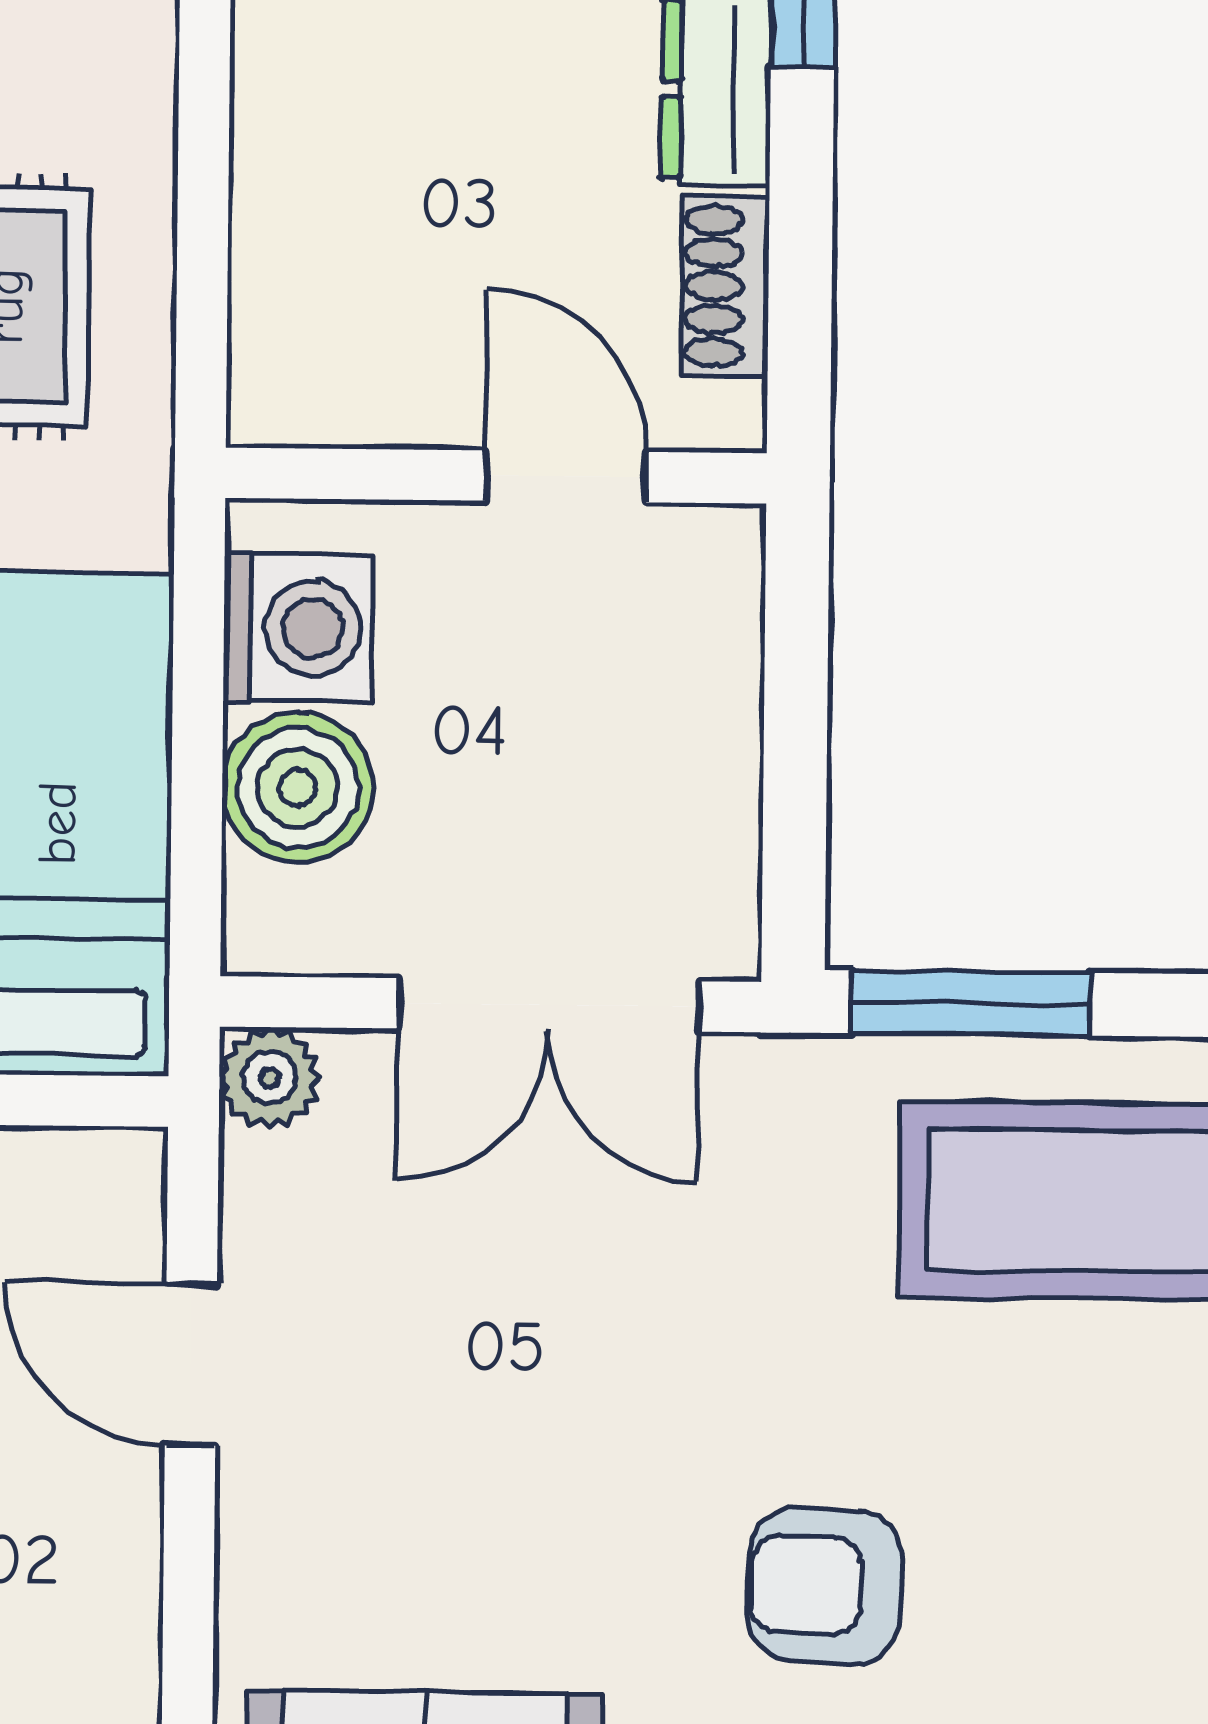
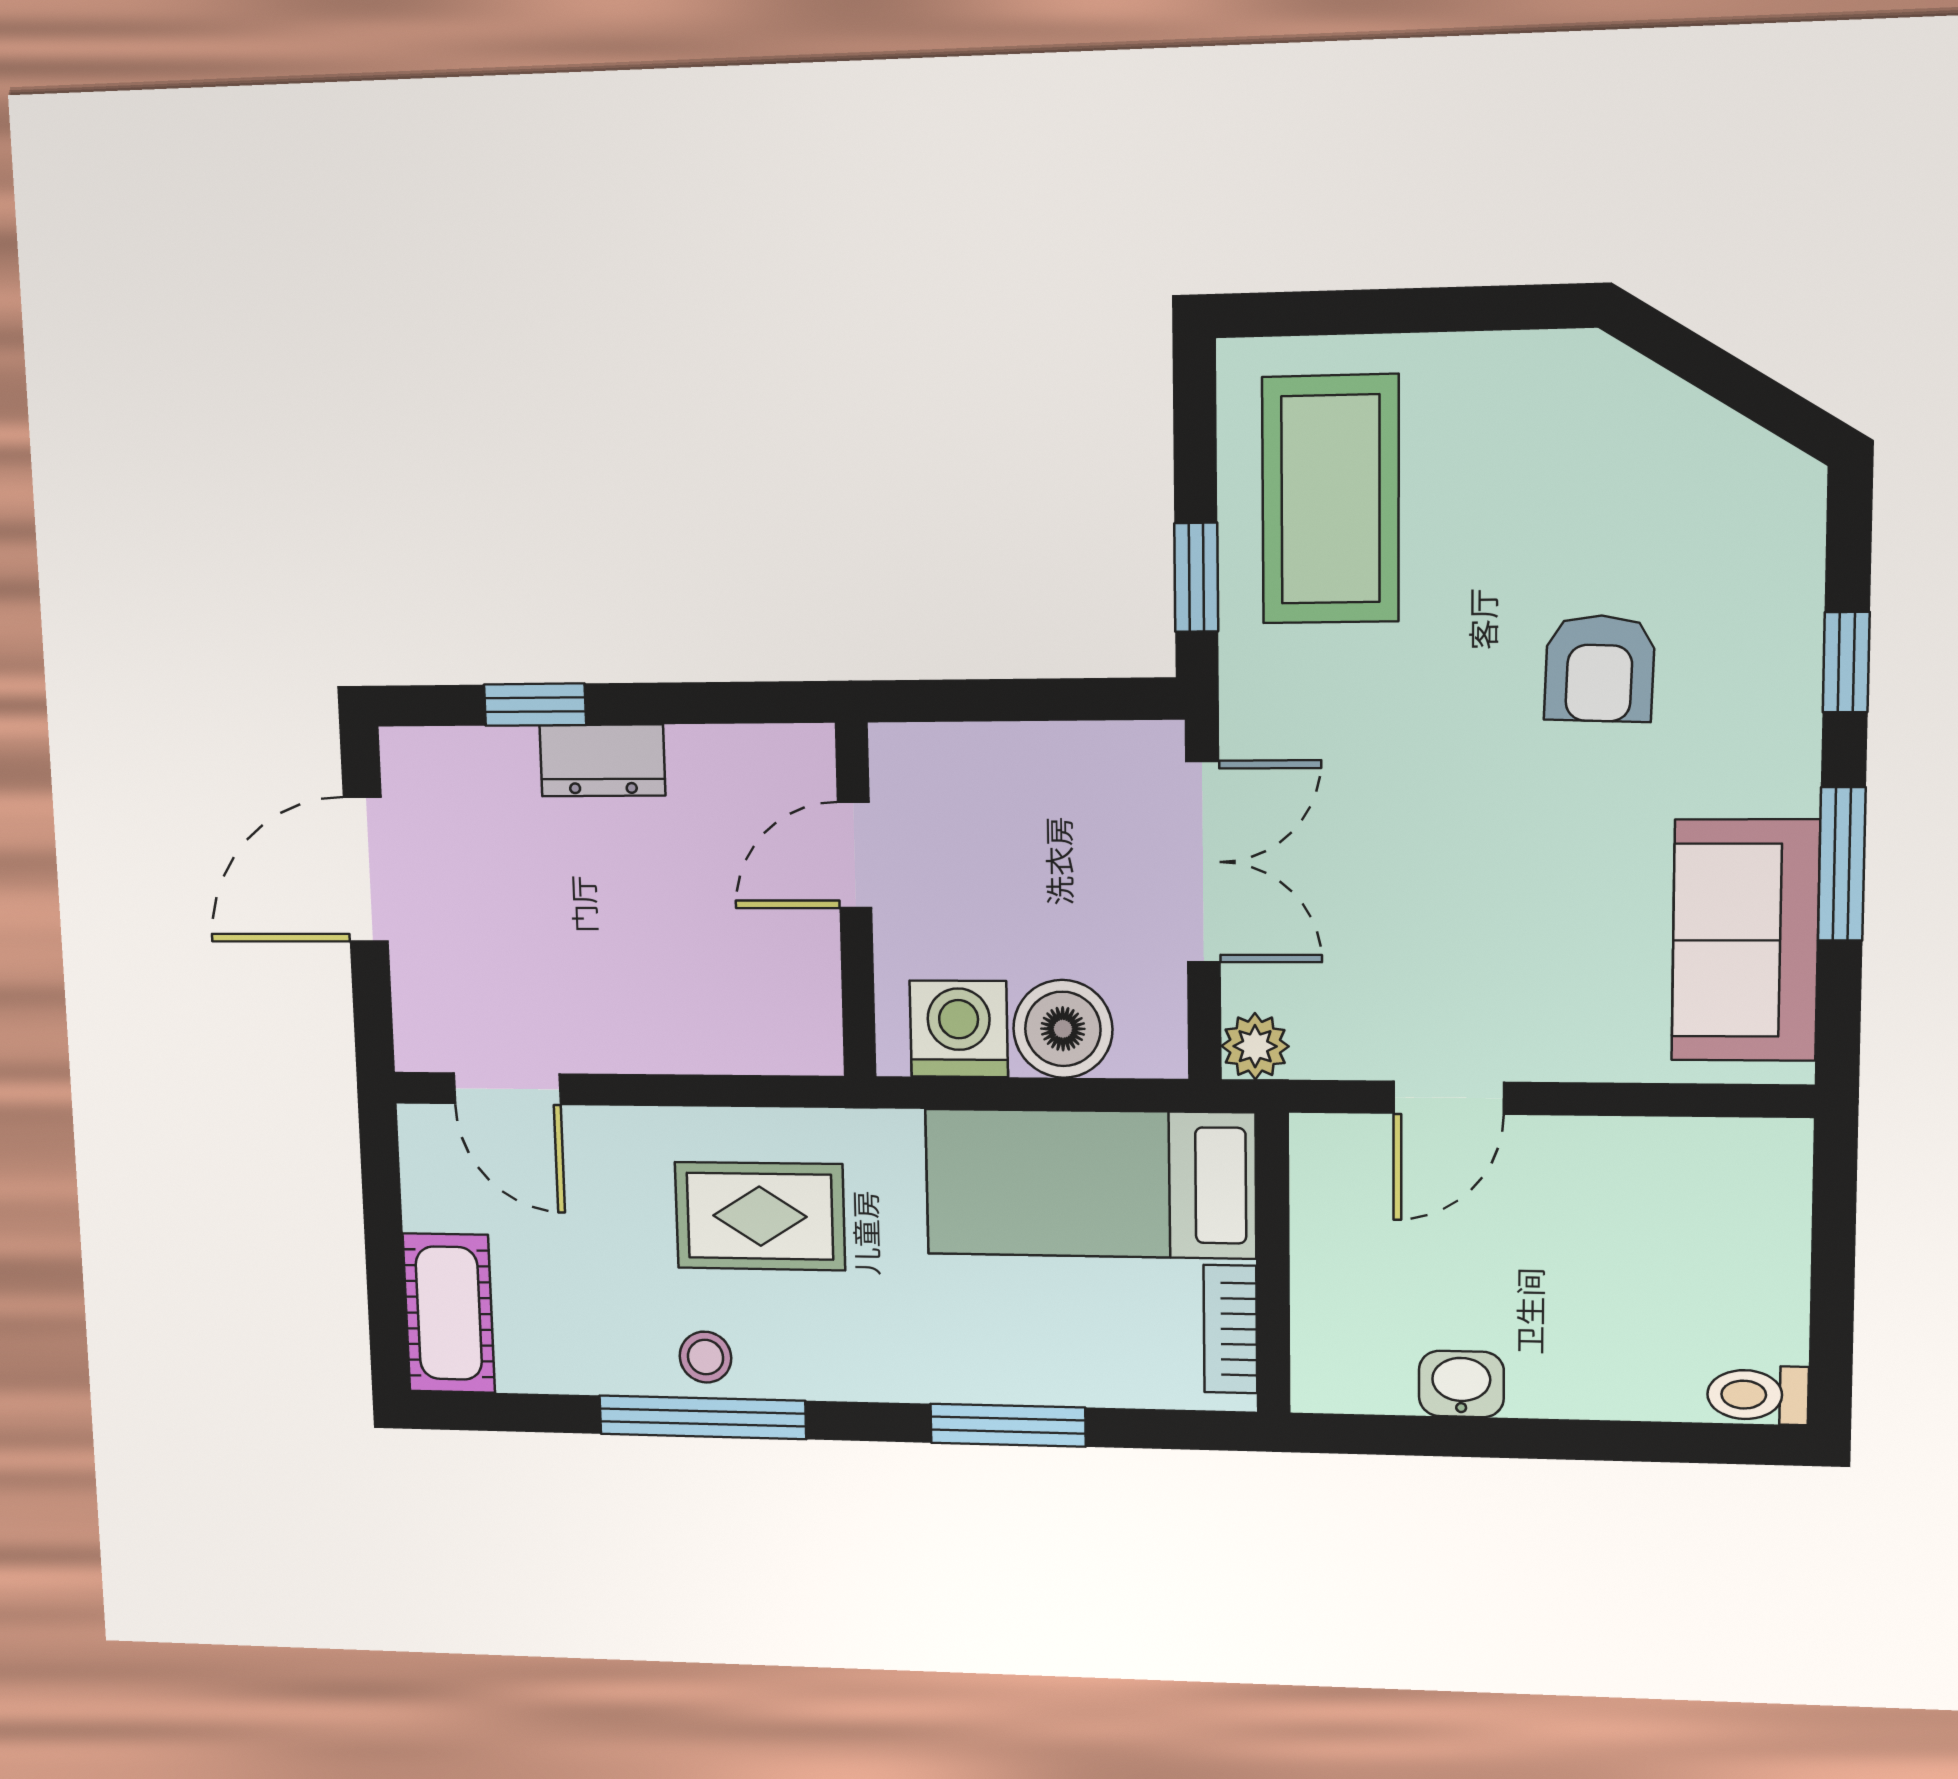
shoe rack: (725, 286) -> (728, 752), removed
window: (970, 1003) -> (1196, 577), width x0.67

